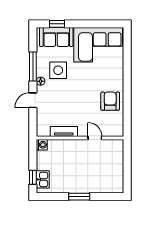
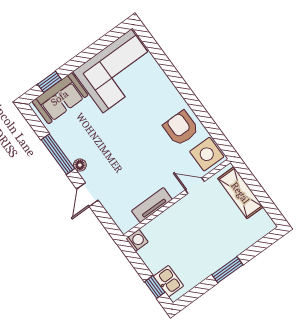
side table: (58, 70) -> (207, 154), moved
shelving: (117, 160) -> (240, 193), added

